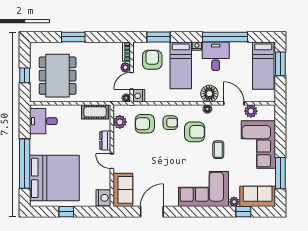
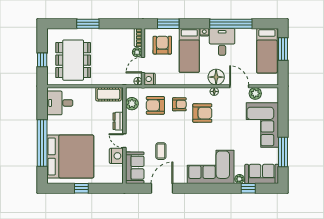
coffee table: (218, 150) -> (161, 151), moved
nightstand: (103, 198) -> (116, 156), moved

